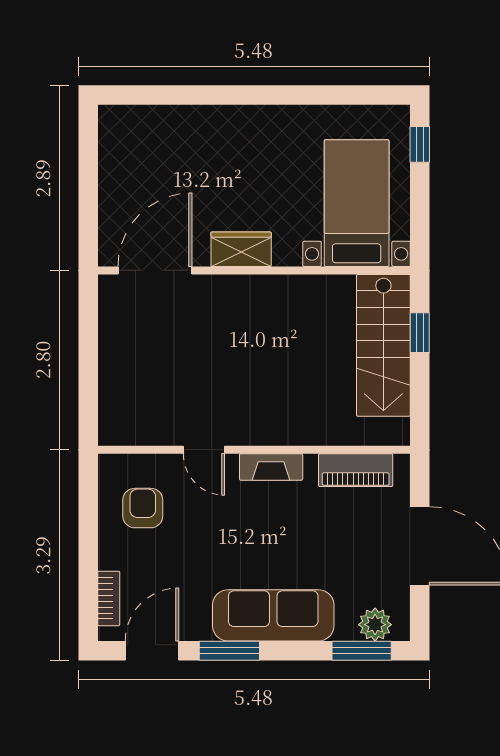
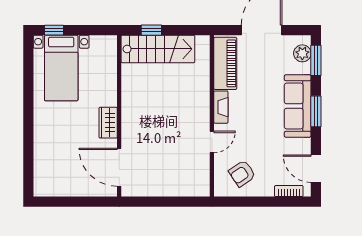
bed with nightstands: (357, 203) -> (61, 68), moved, turned -90
piano: (356, 470) -> (225, 63), width x1.37, depth x1.33
armchair: (143, 508) -> (242, 173), turned -34
window: (229, 651) -> (316, 111), moved

